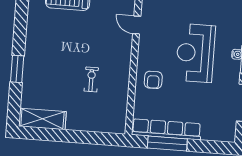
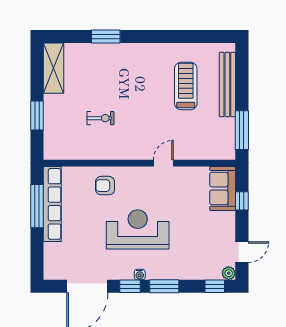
window: (85, 137) -> (37, 116), added

